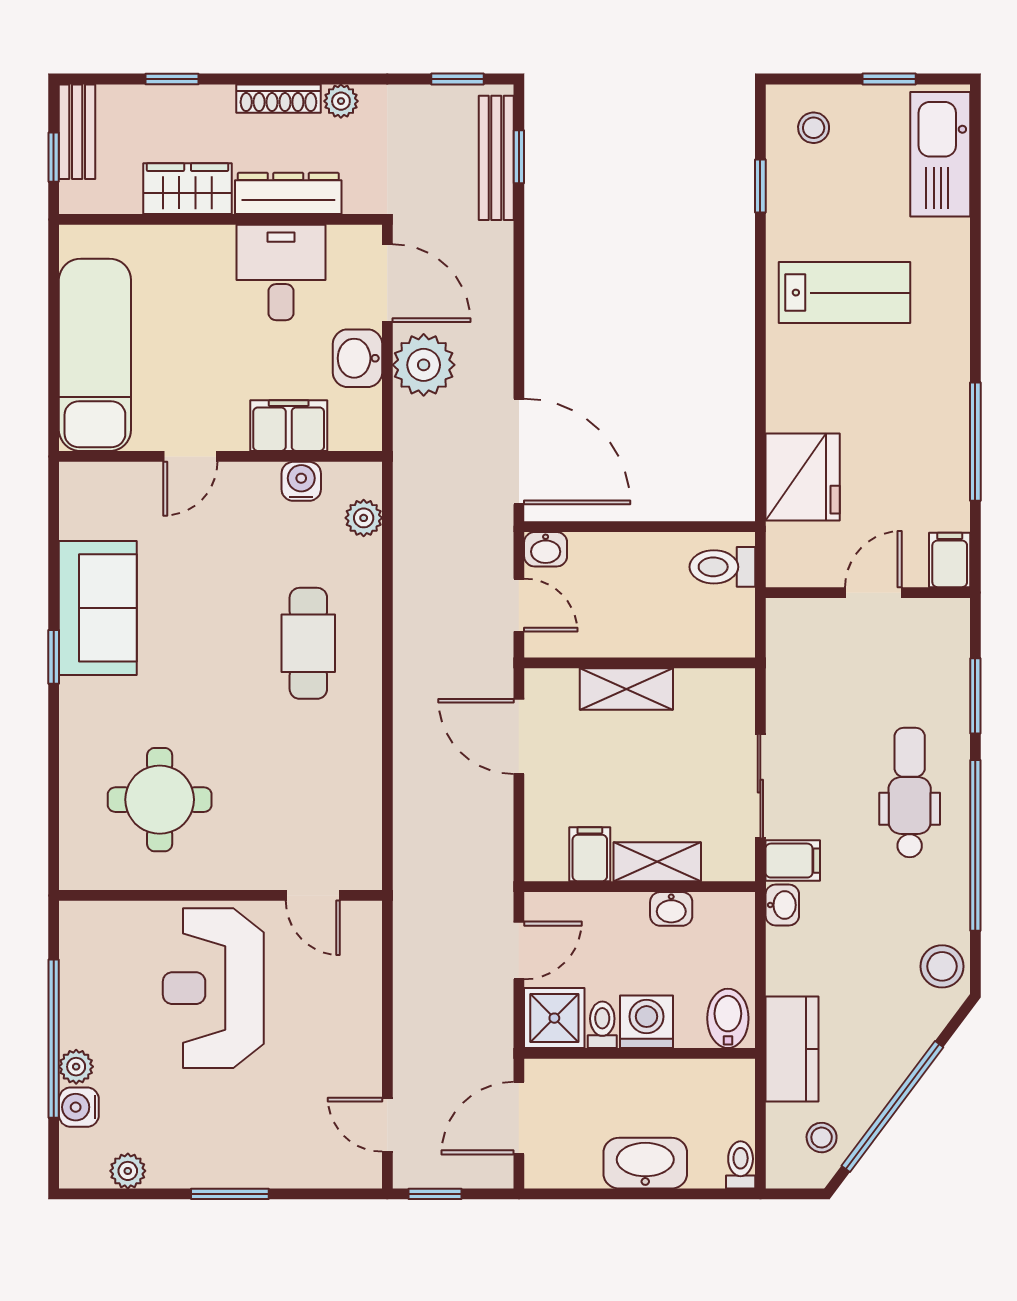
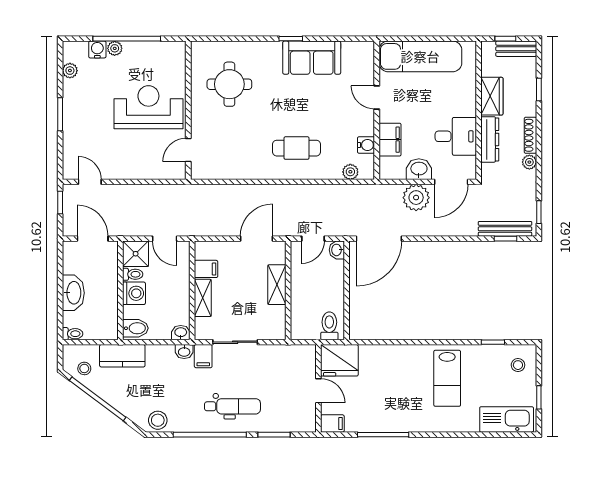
fridge: (803, 477) -> (339, 360), moved
washbasin: (671, 909) -> (181, 333), moved, turned 90
door: (387, 1125) -> (90, 182), hinge flipped

